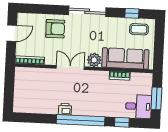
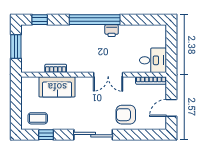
sofa: (125, 58) -> (57, 87), width x0.73
plant: (94, 60) -> (83, 84), removed
desk: (139, 106) -> (153, 60), moved, turned 180
window: (122, 122) -> (40, 20), moved

